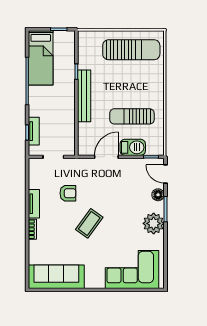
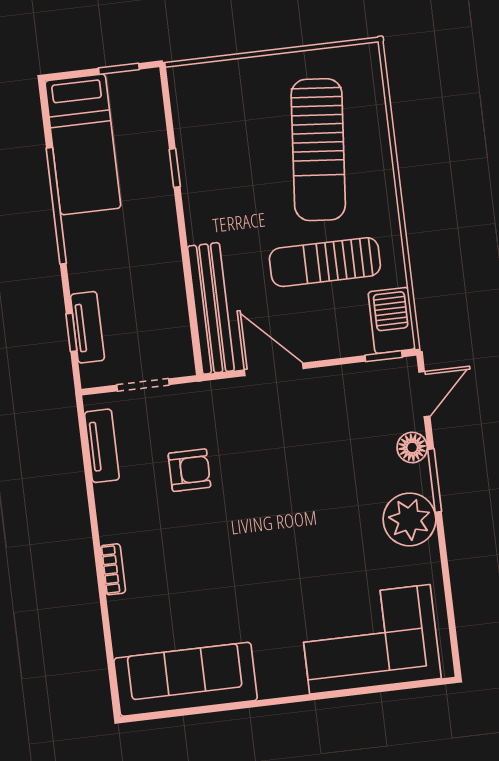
sun lounger: (131, 50) -> (318, 150), moved, turned 95
bench: (84, 96) -> (211, 308), moved
barbecue: (133, 147) -> (392, 320), moved, turned -90
door: (106, 157) -> (274, 369), hinge flipped
door: (165, 174) -> (424, 394), swing flipped
tv unit: (34, 204) -> (102, 446), moved
coffee table: (89, 223) -> (251, 538), removed

